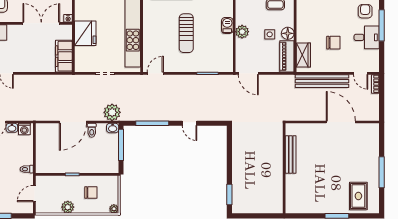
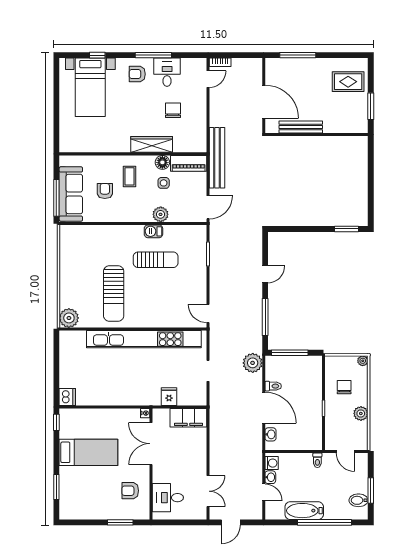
fridge: (85, 33) -> (169, 397), width x0.53, depth x0.75
sun lounger: (186, 33) -> (156, 260), moved
wardrobe: (303, 55) -> (152, 144), moved, width x1.50
bench: (322, 81) -> (217, 158), moved
door: (341, 122) -> (264, 102), swing flipped
washbasin: (113, 128) -> (271, 434), moved
bench: (291, 154) -> (301, 127), moved
wall: (284, 168) -> (317, 134), moved
window: (382, 172) -> (298, 55), moved

